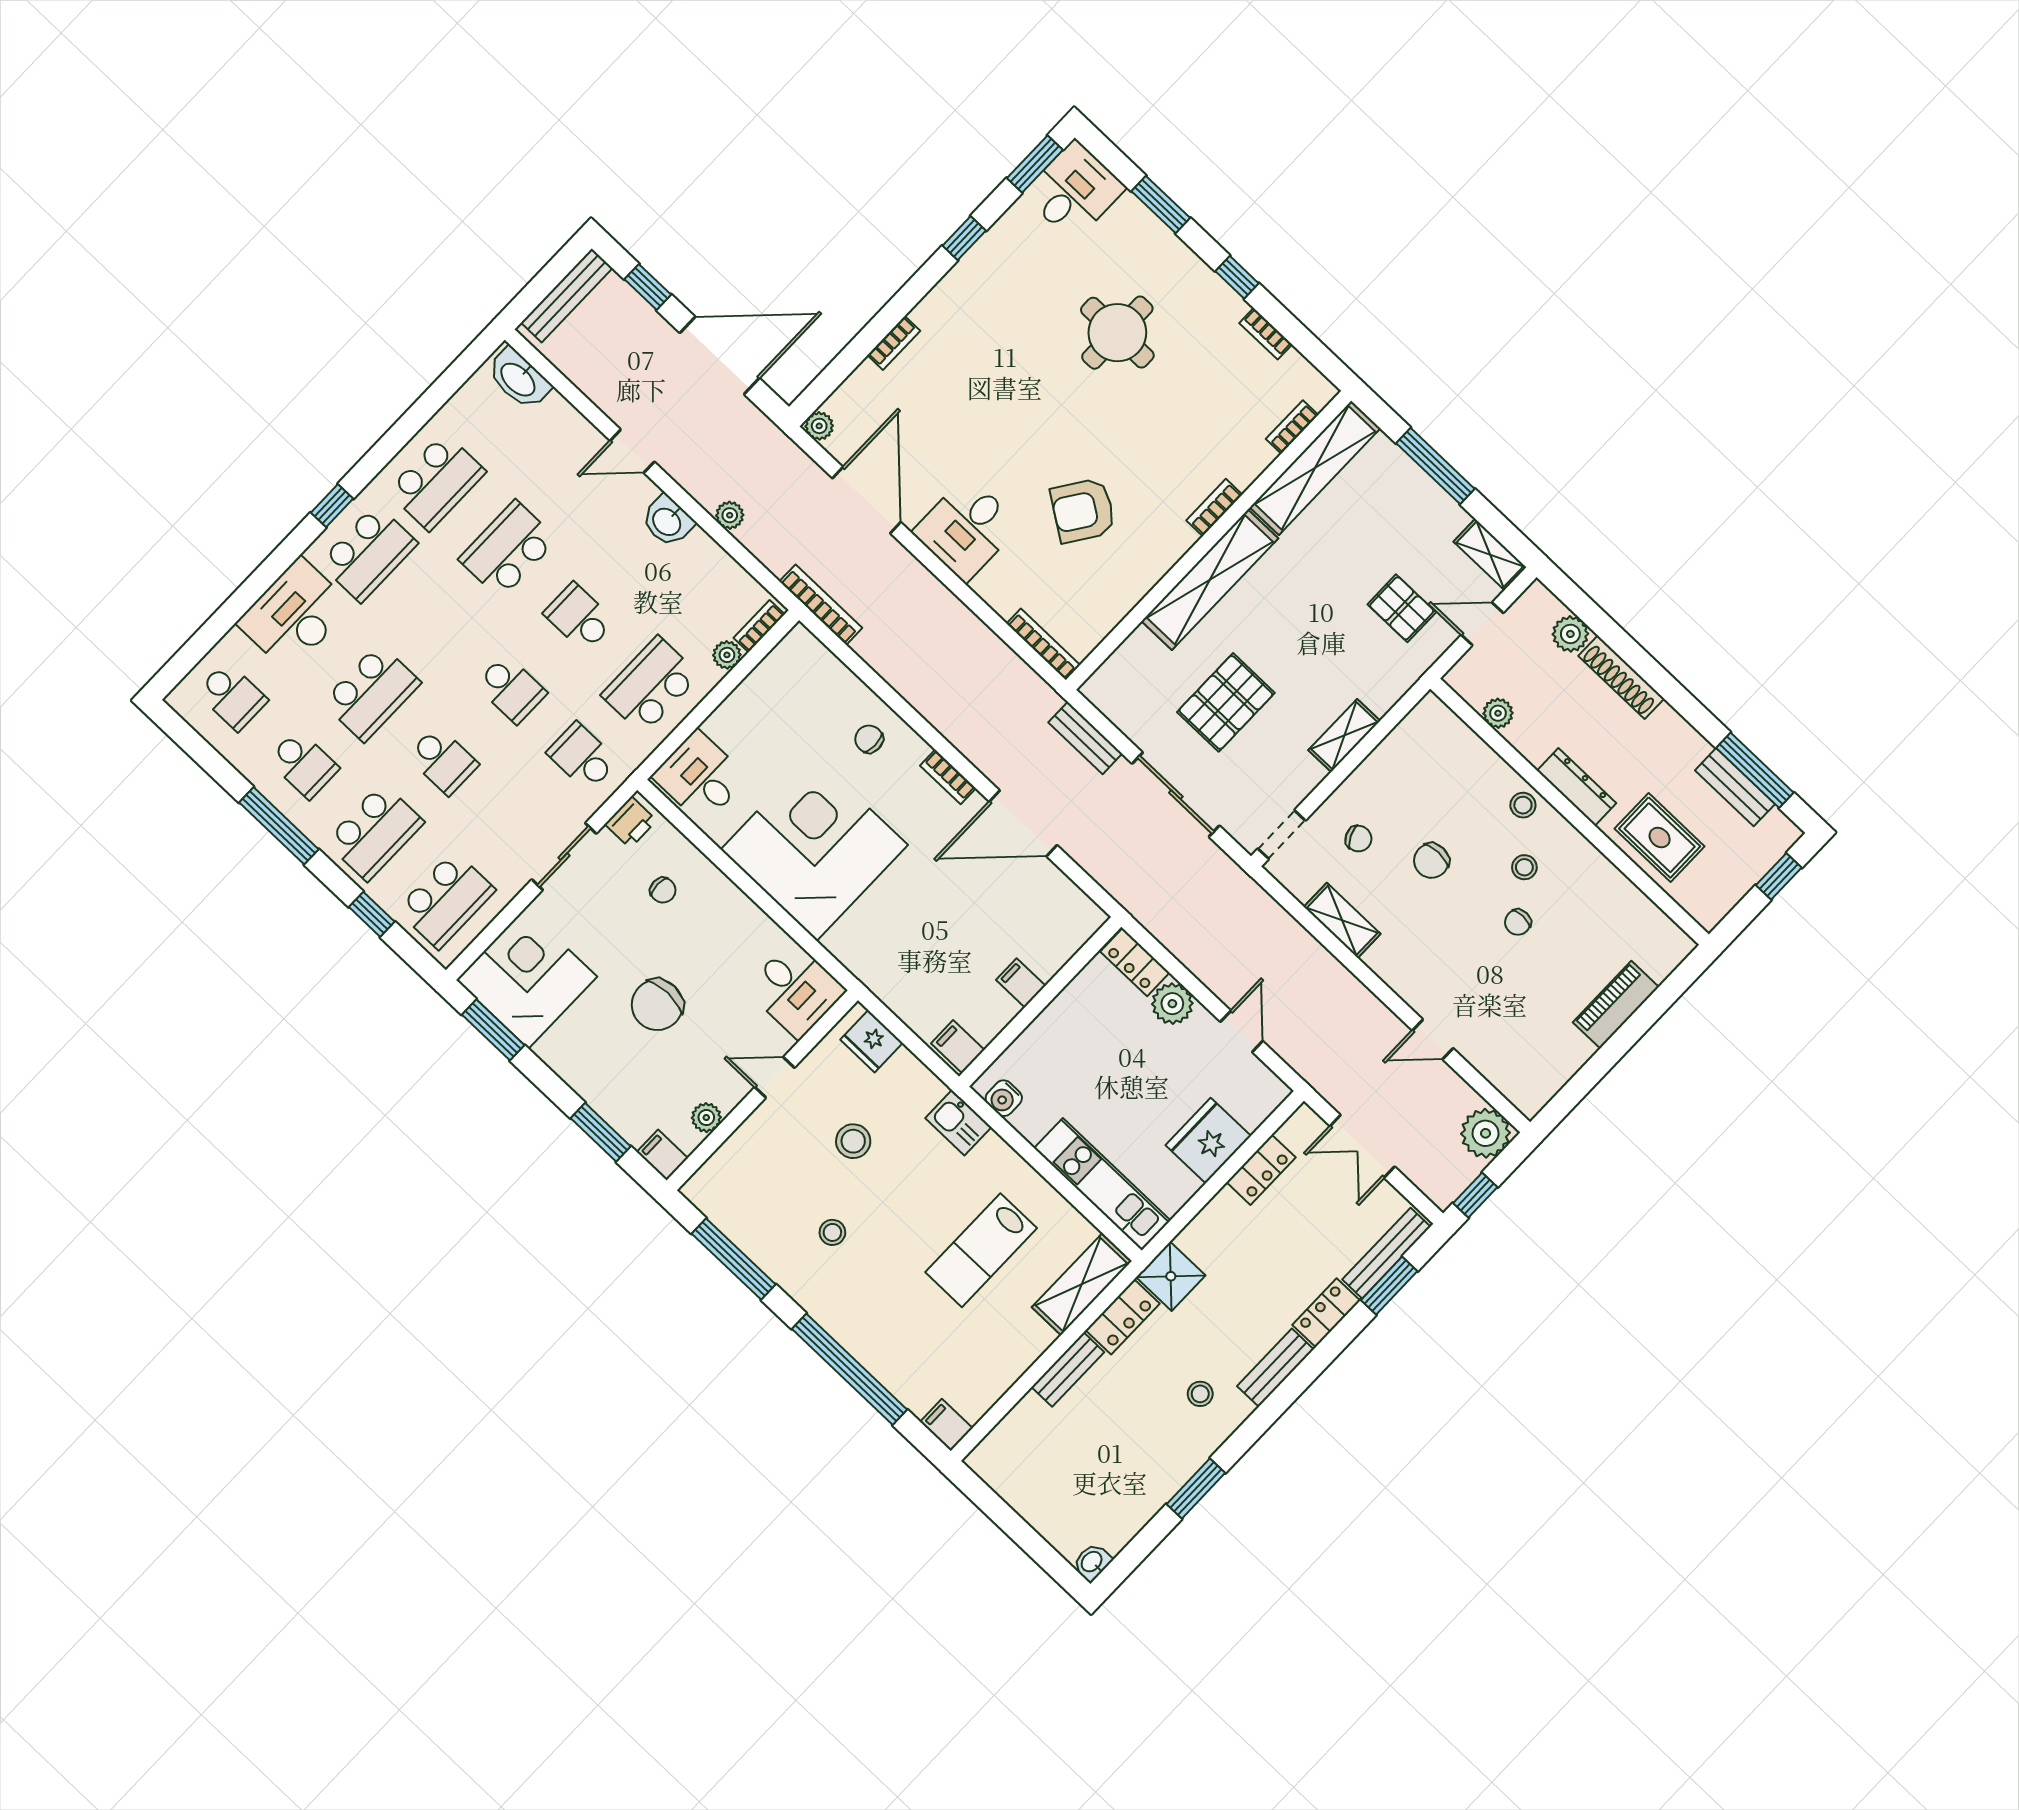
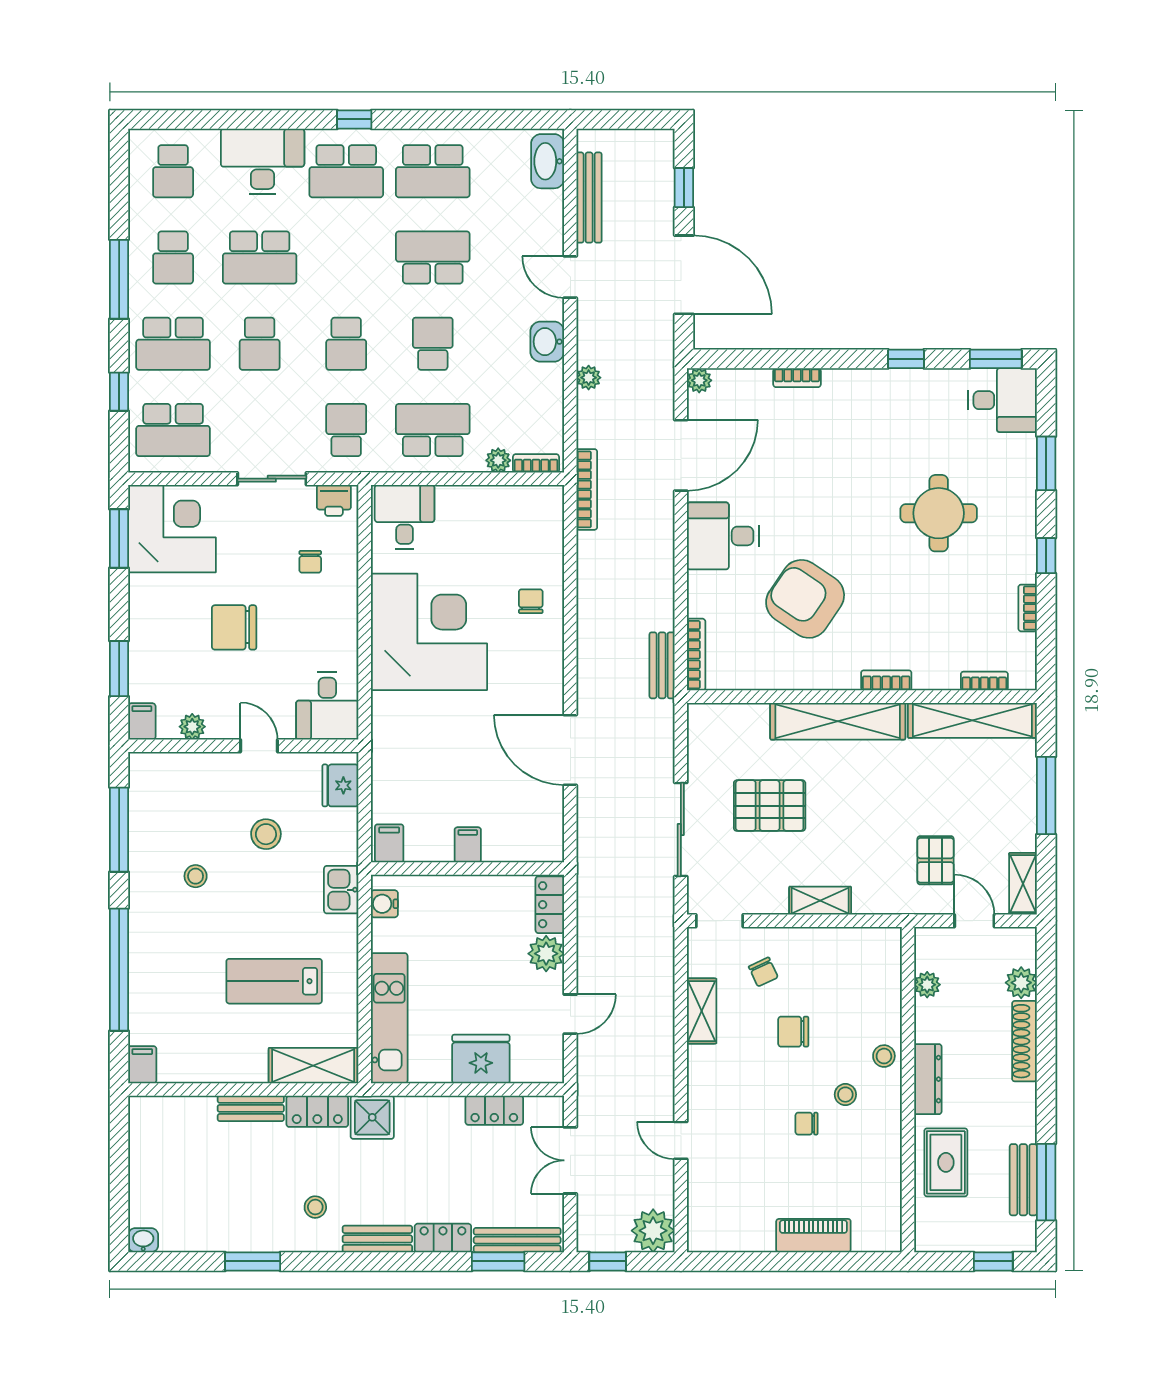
bench: (567, 295) -> (589, 198), moved, turned 90
armchair: (1083, 510) -> (805, 599), width x1.36, depth x1.36
bench: (1085, 738) -> (662, 665), moved
bookcase: (948, 777) -> (554, 674), removed

